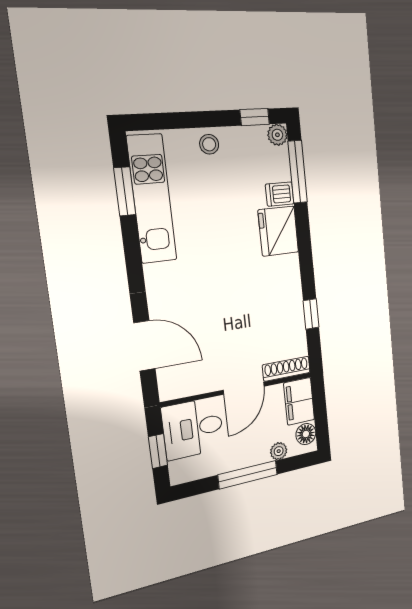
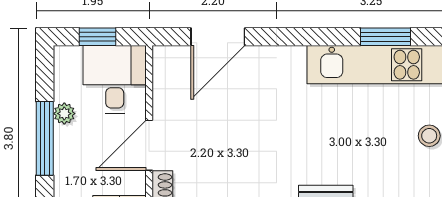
door: (244, 388) -> (149, 145), hinge flipped
plant: (279, 451) -> (64, 114), moved

